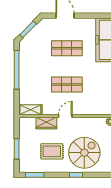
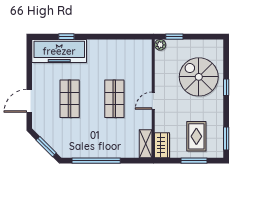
door: (65, 116) -> (153, 101), hinge flipped
wardrobe: (46, 123) -> (162, 145), moved
rug: (52, 151) -> (196, 136), moved

